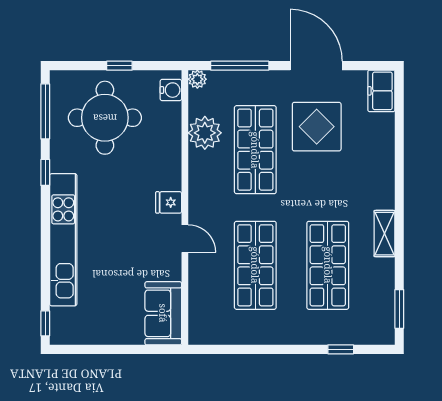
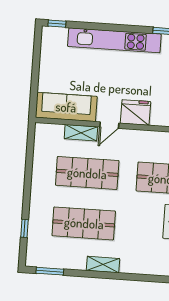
fridge: (169, 202) -> (135, 112), width x1.88, depth x1.34
shelving: (199, 278) -> (81, 133), added
sofa: (163, 313) -> (66, 107), width x1.36

